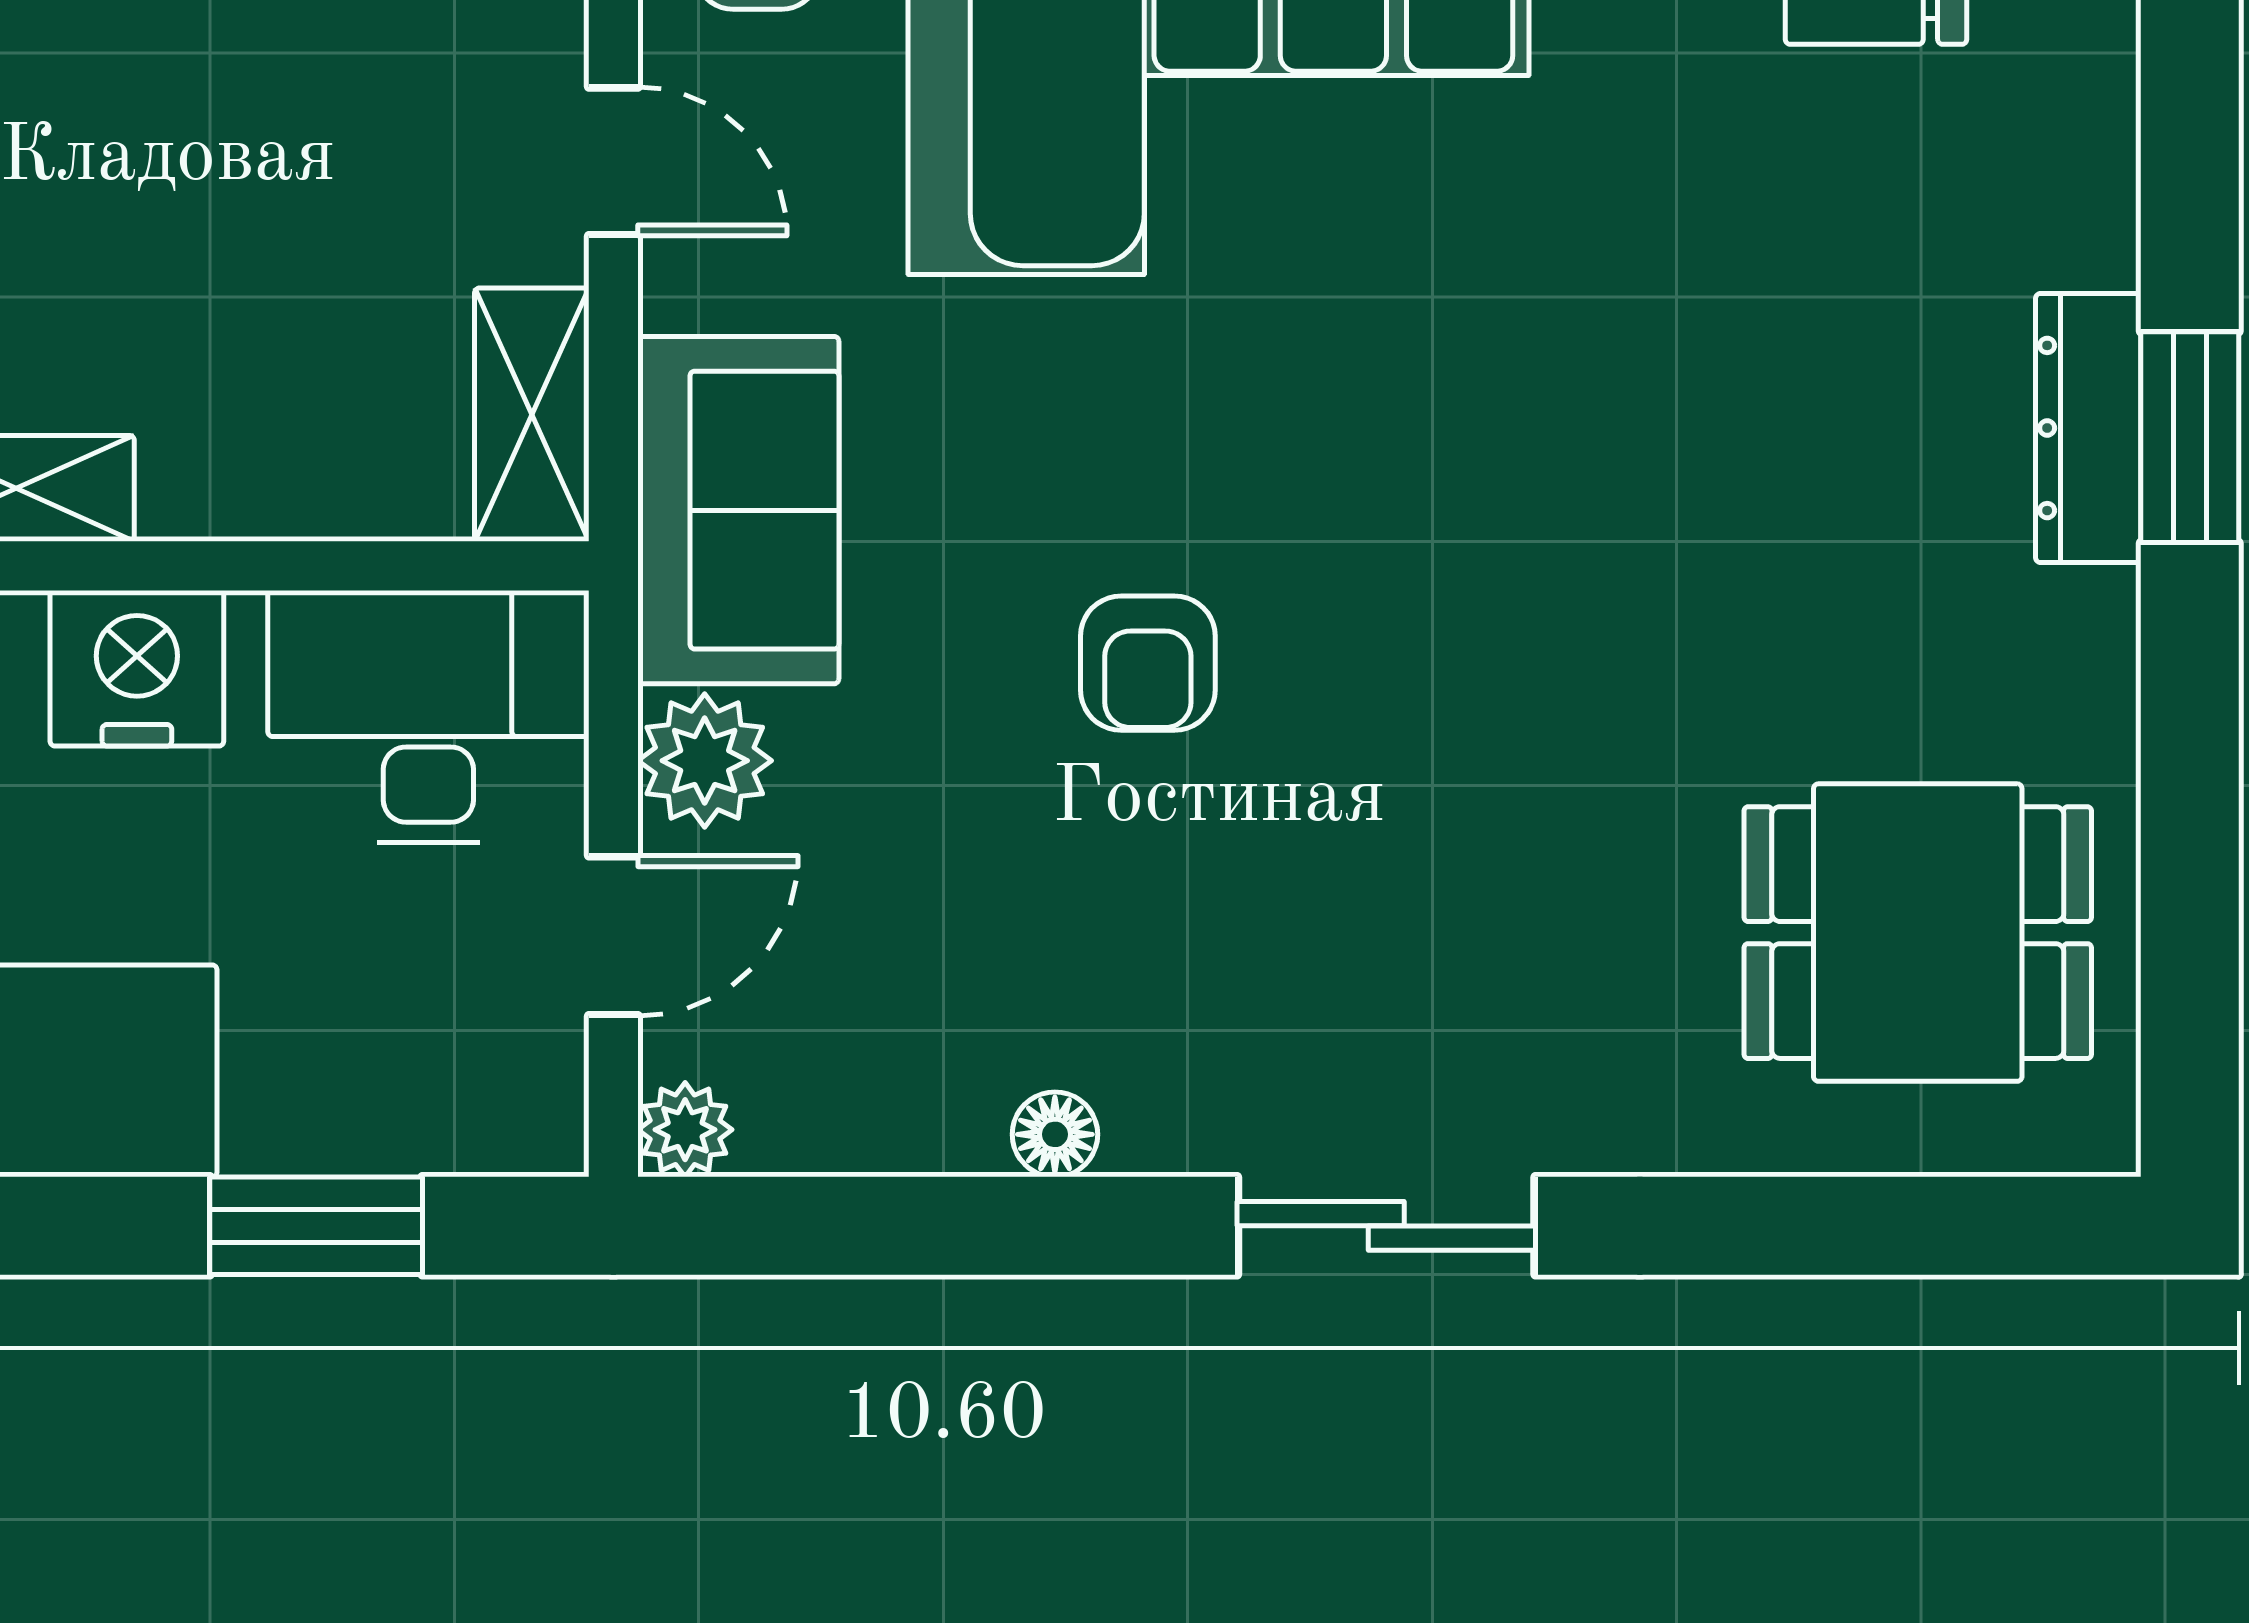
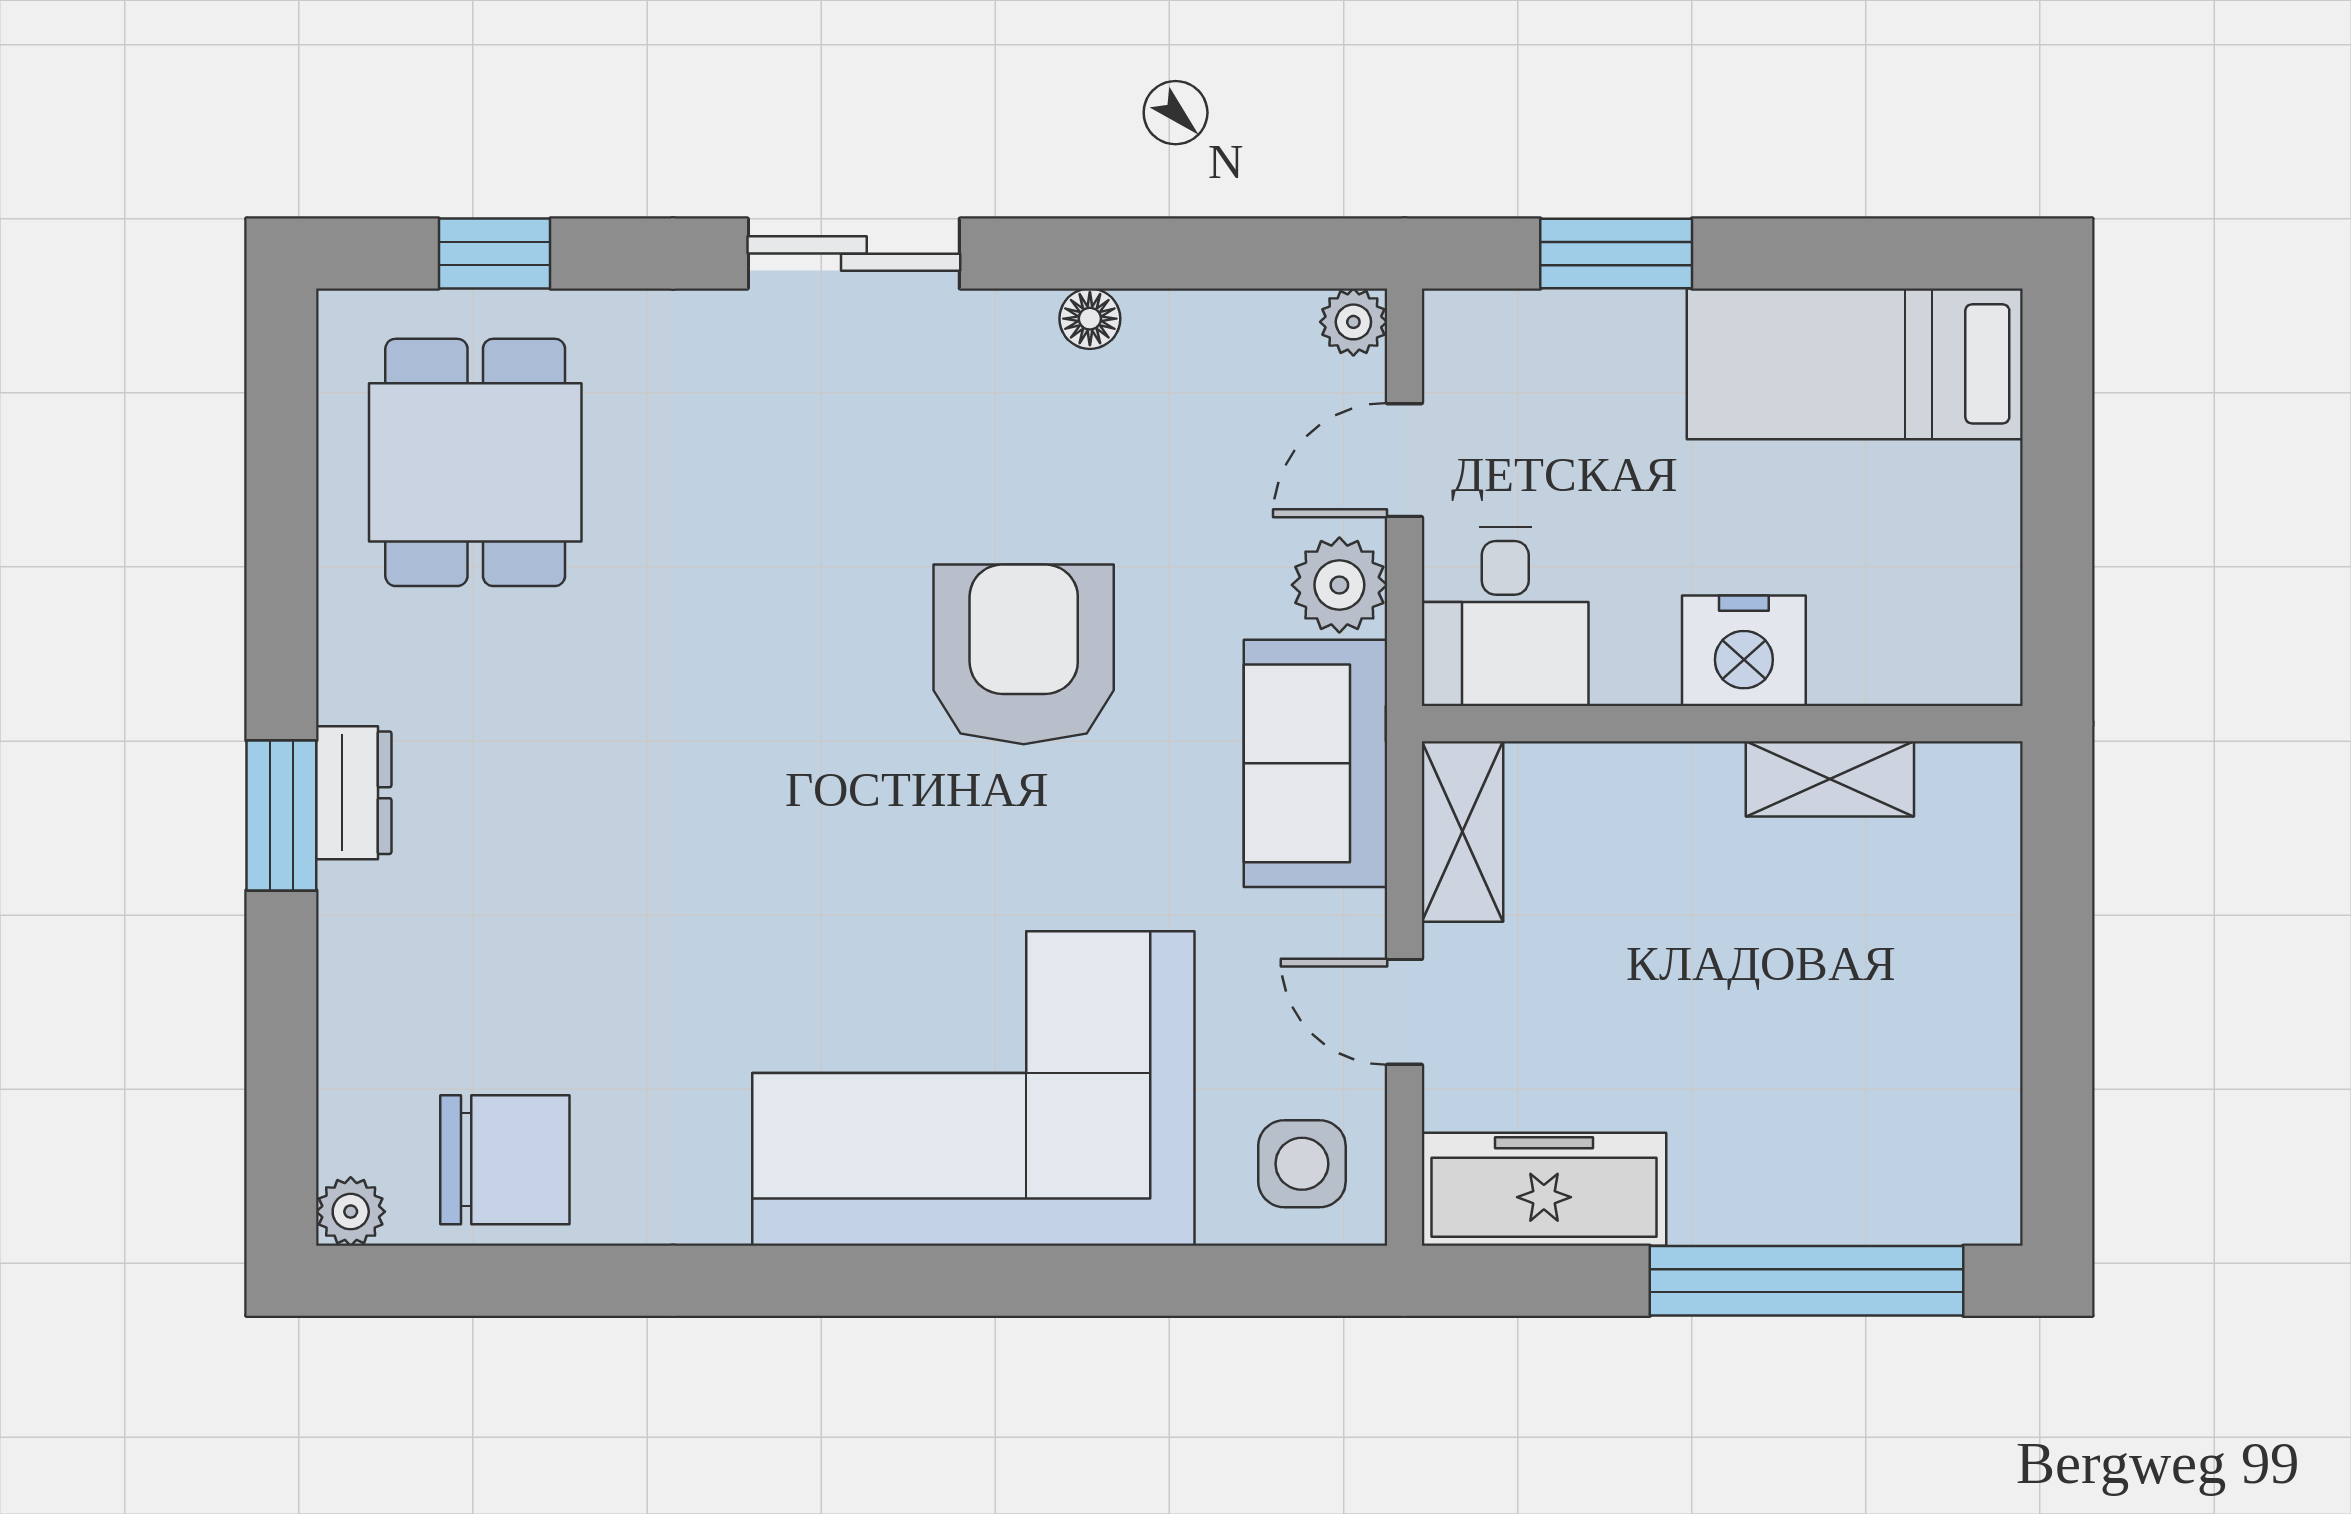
dresser: (2088, 428) -> (354, 793), width x0.70
armchair: (1148, 663) -> (1024, 654), width x1.88, depth x1.88
desk: (428, 716) -> (1505, 616), width x0.73
dining table: (1918, 933) -> (475, 462), turned 90
window: (1891, 1226) -> (494, 254), added

